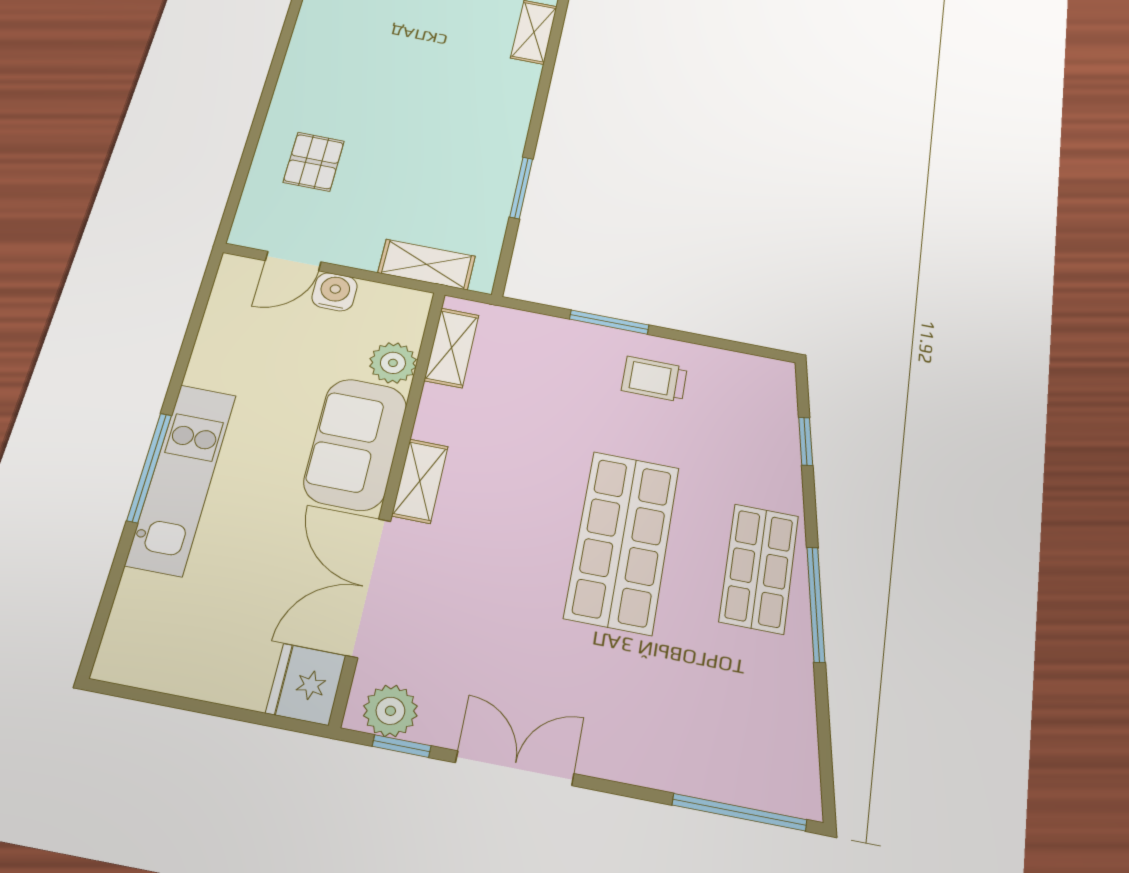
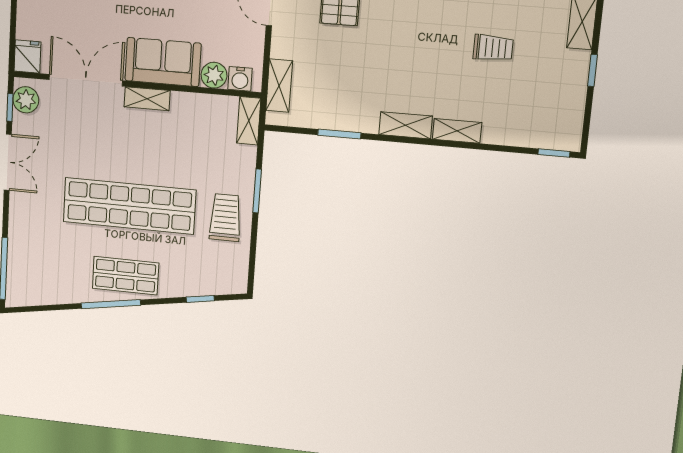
shelving: (517, 96) -> (406, 125), added
water cooler: (335, 292) -> (240, 79), moved, turned 90
shelving: (452, 348) -> (249, 121), moved, turned 90
trolley: (654, 379) -> (225, 218), width x1.36, depth x1.39
shop shelf: (622, 542) -> (129, 206), width x1.40
fridge: (306, 684) -> (27, 57), width x0.72

